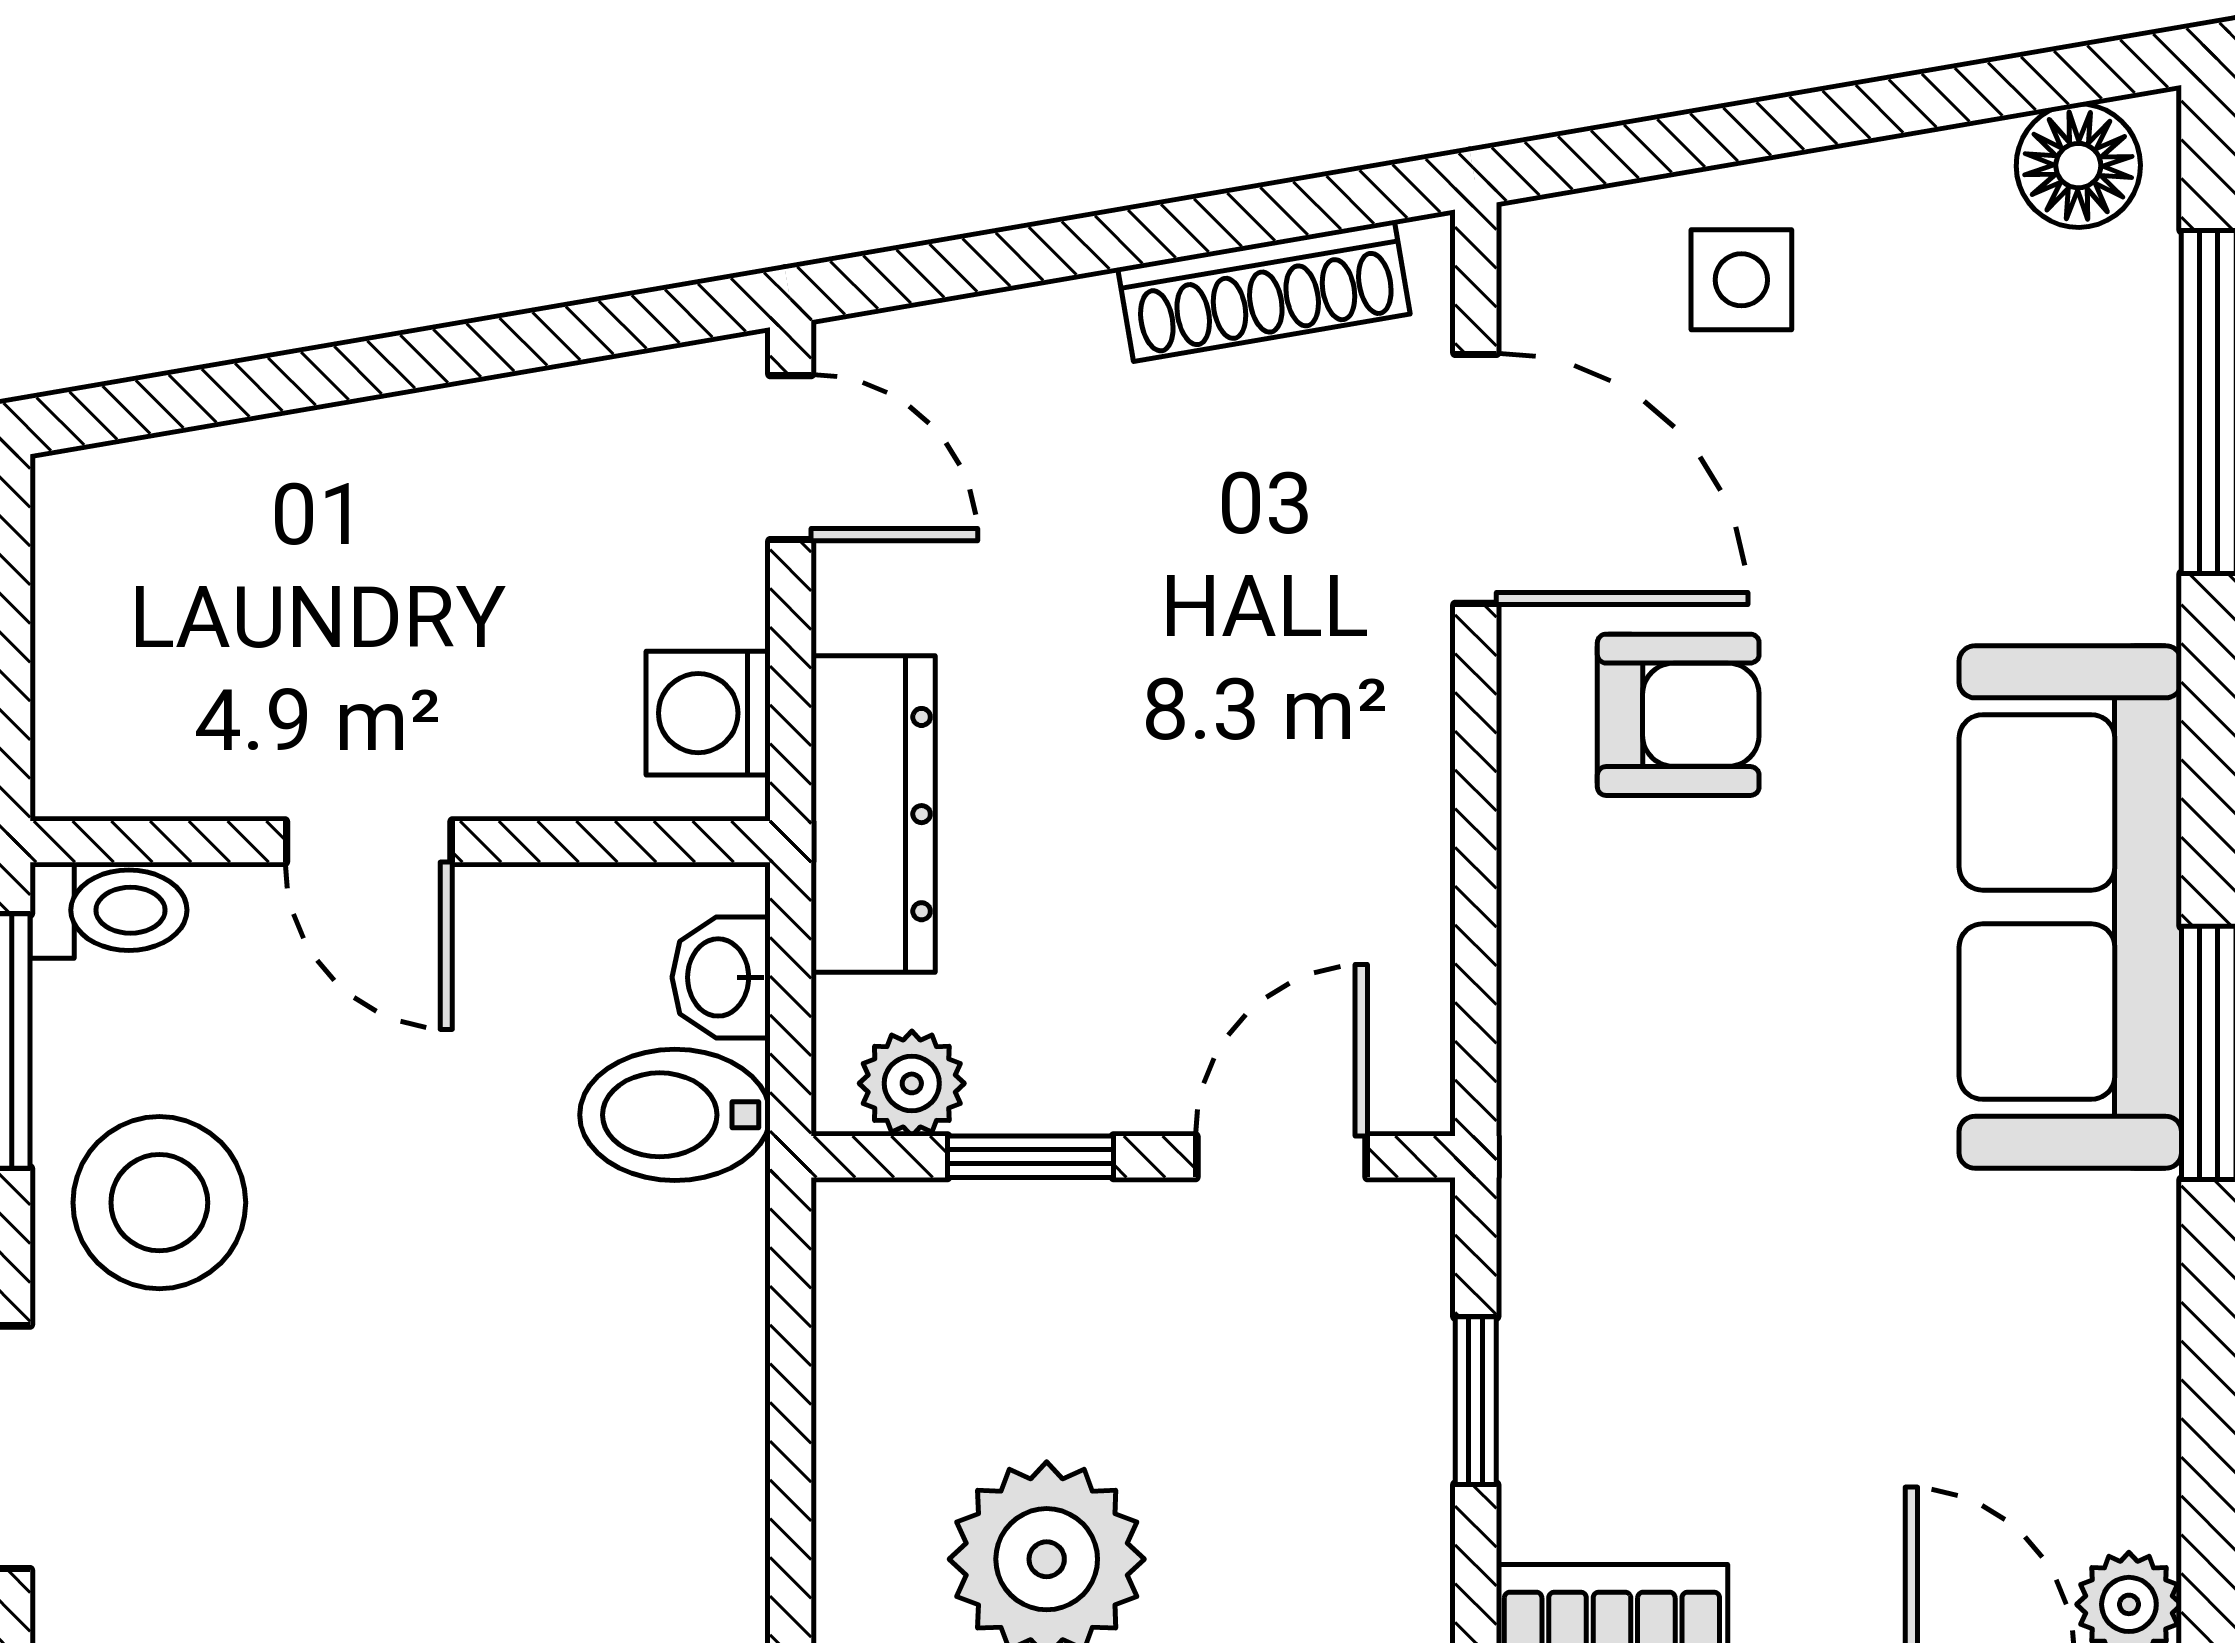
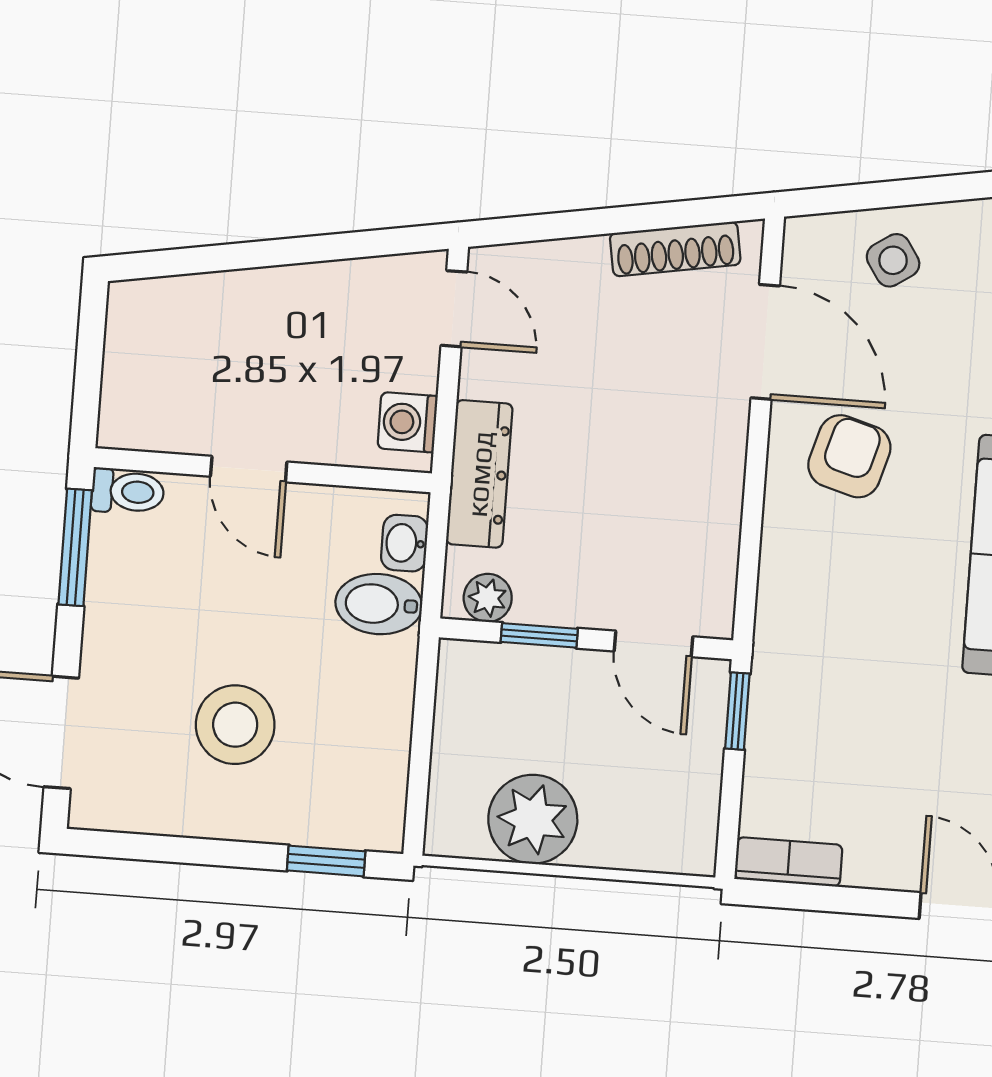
side table: (1741, 280) -> (893, 260), turned -34
armchair: (1678, 715) -> (849, 456), turned -74
door: (1281, 1157) -> (654, 644), swing flipped
stool: (159, 1203) -> (235, 725), moved
window: (1476, 1401) -> (737, 711), moved

